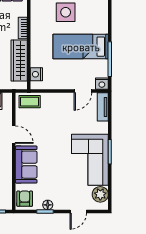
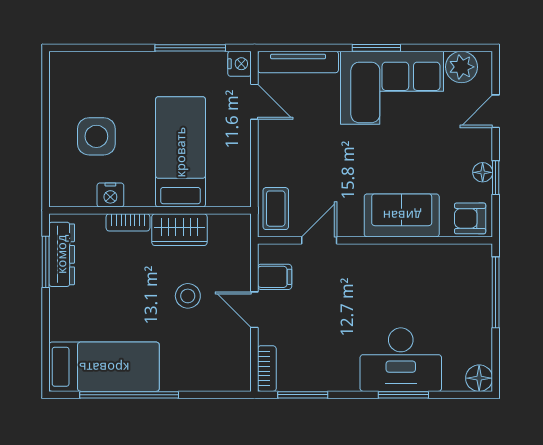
bed: (81, 47) -> (181, 152), moved, turned 180
wardrobe: (19, 61) -> (179, 230), width x0.67
nightstand: (36, 74) -> (110, 195), moved
tv unit: (103, 107) -> (298, 62), width x1.41
door: (14, 135) -> (319, 240), moved
door: (78, 211) -> (496, 111), swing flipped

